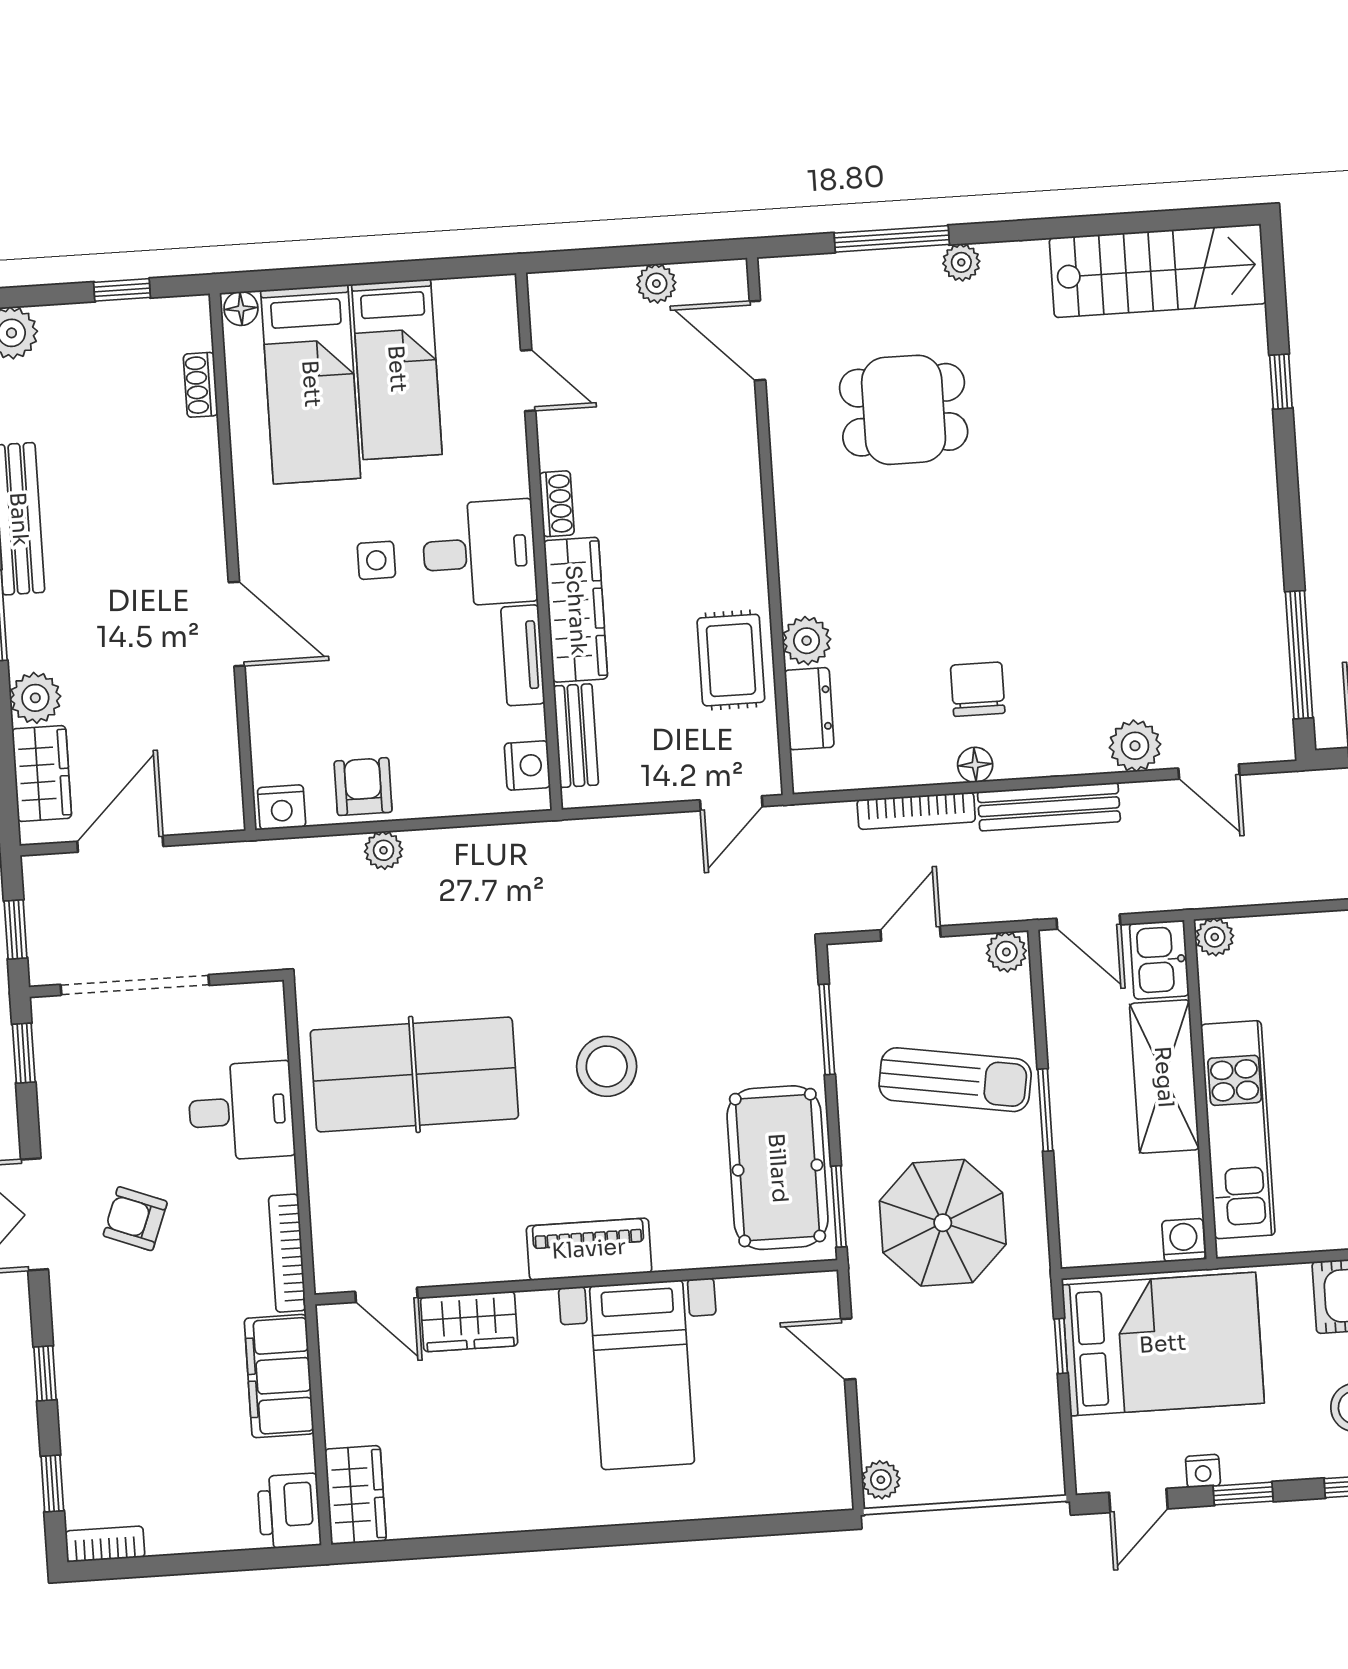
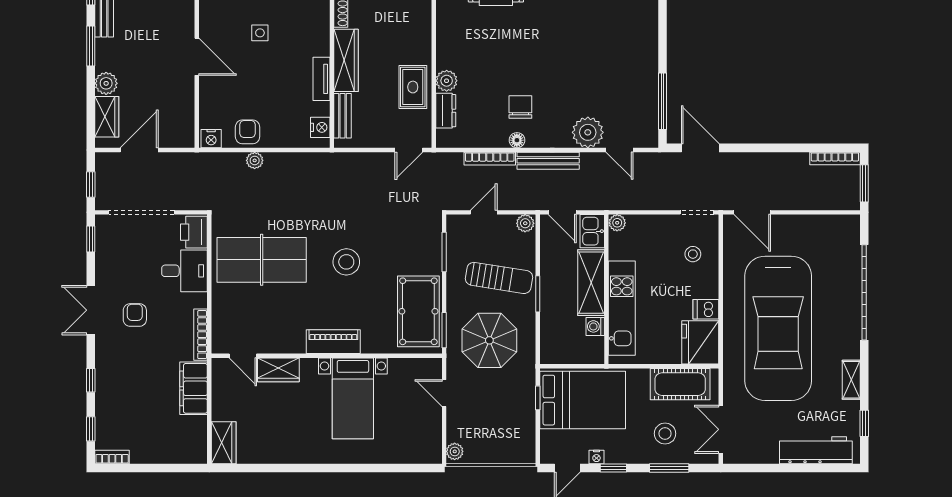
desk: (479, 553) -> (305, 33), removed
plant: (1135, 746) -> (588, 132), width x1.36, depth x1.36
armchair: (135, 1219) -> (135, 315), turned 69
washing machine: (1184, 1240) -> (595, 326), moved, turned -90
printer: (289, 1511) -> (194, 232), moved

